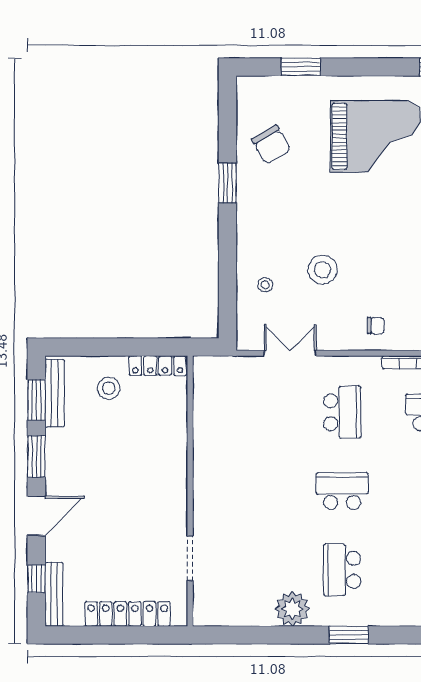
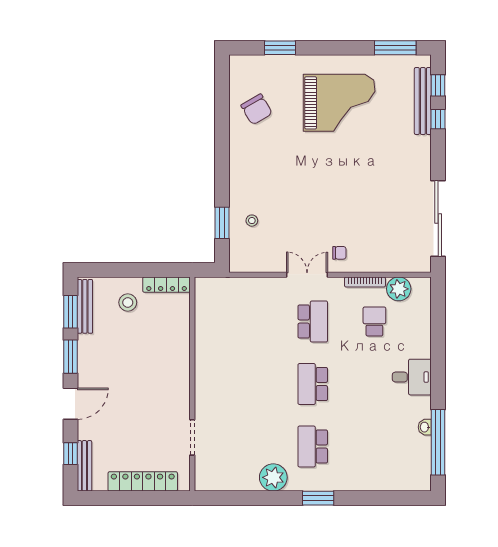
window: (227, 183) -> (222, 223), moved
stool: (322, 270) -> (297, 209), removed
double door: (290, 353) -> (307, 275), moved
school desk: (342, 491) -> (313, 384), turned -90

